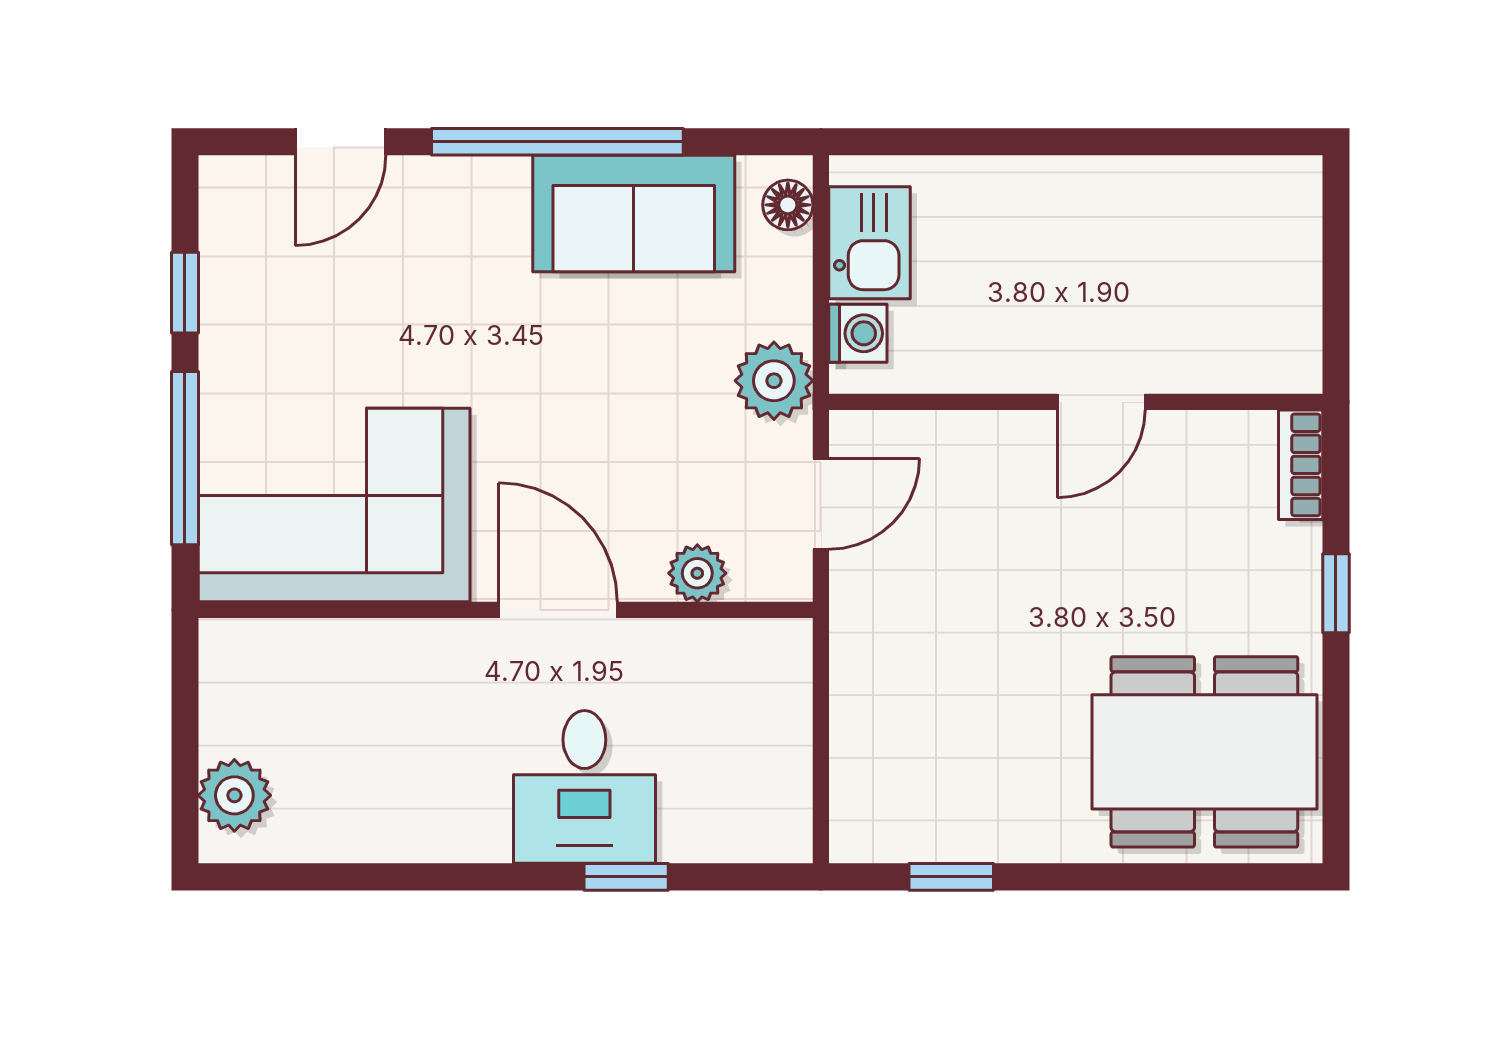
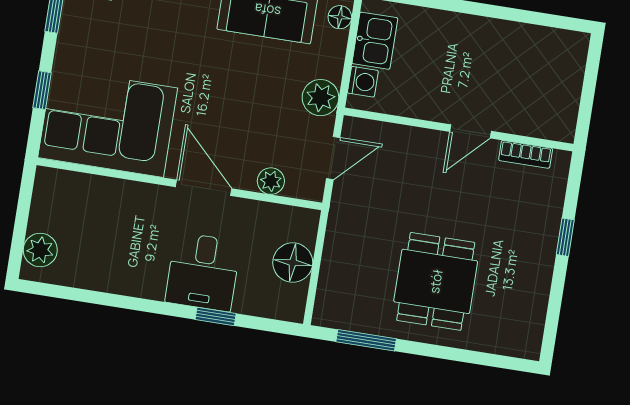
window: (185, 458) -> (42, 90), width x0.46
bookcase: (1301, 465) -> (526, 154), moved, turned -90
floor lamp: (770, 738) -> (293, 263), added
dining table: (1204, 752) -> (436, 281), moved, width x0.73
window: (951, 877) -> (366, 340), width x1.50

